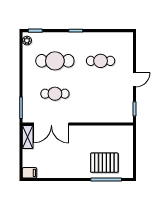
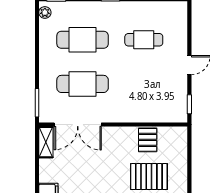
cafe table: (55, 94) -> (83, 84), width x1.37, depth x1.35
pallet: (103, 135) -> (148, 140), added

